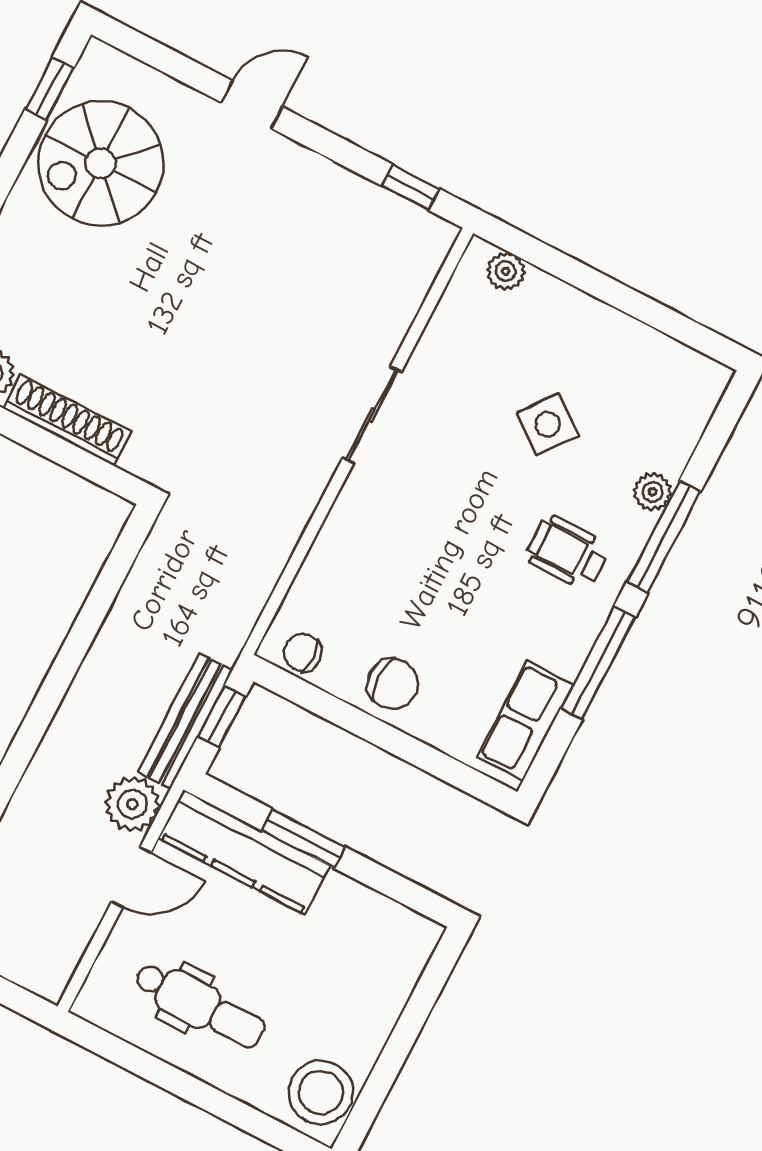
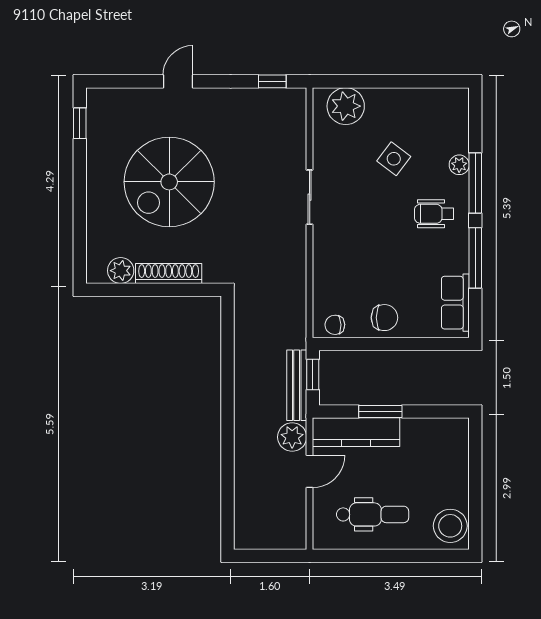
spiral stairs: (101, 163) -> (169, 182), moved, width x1.37, depth x1.37
plant: (506, 271) -> (346, 106), width x1.88, depth x1.88

